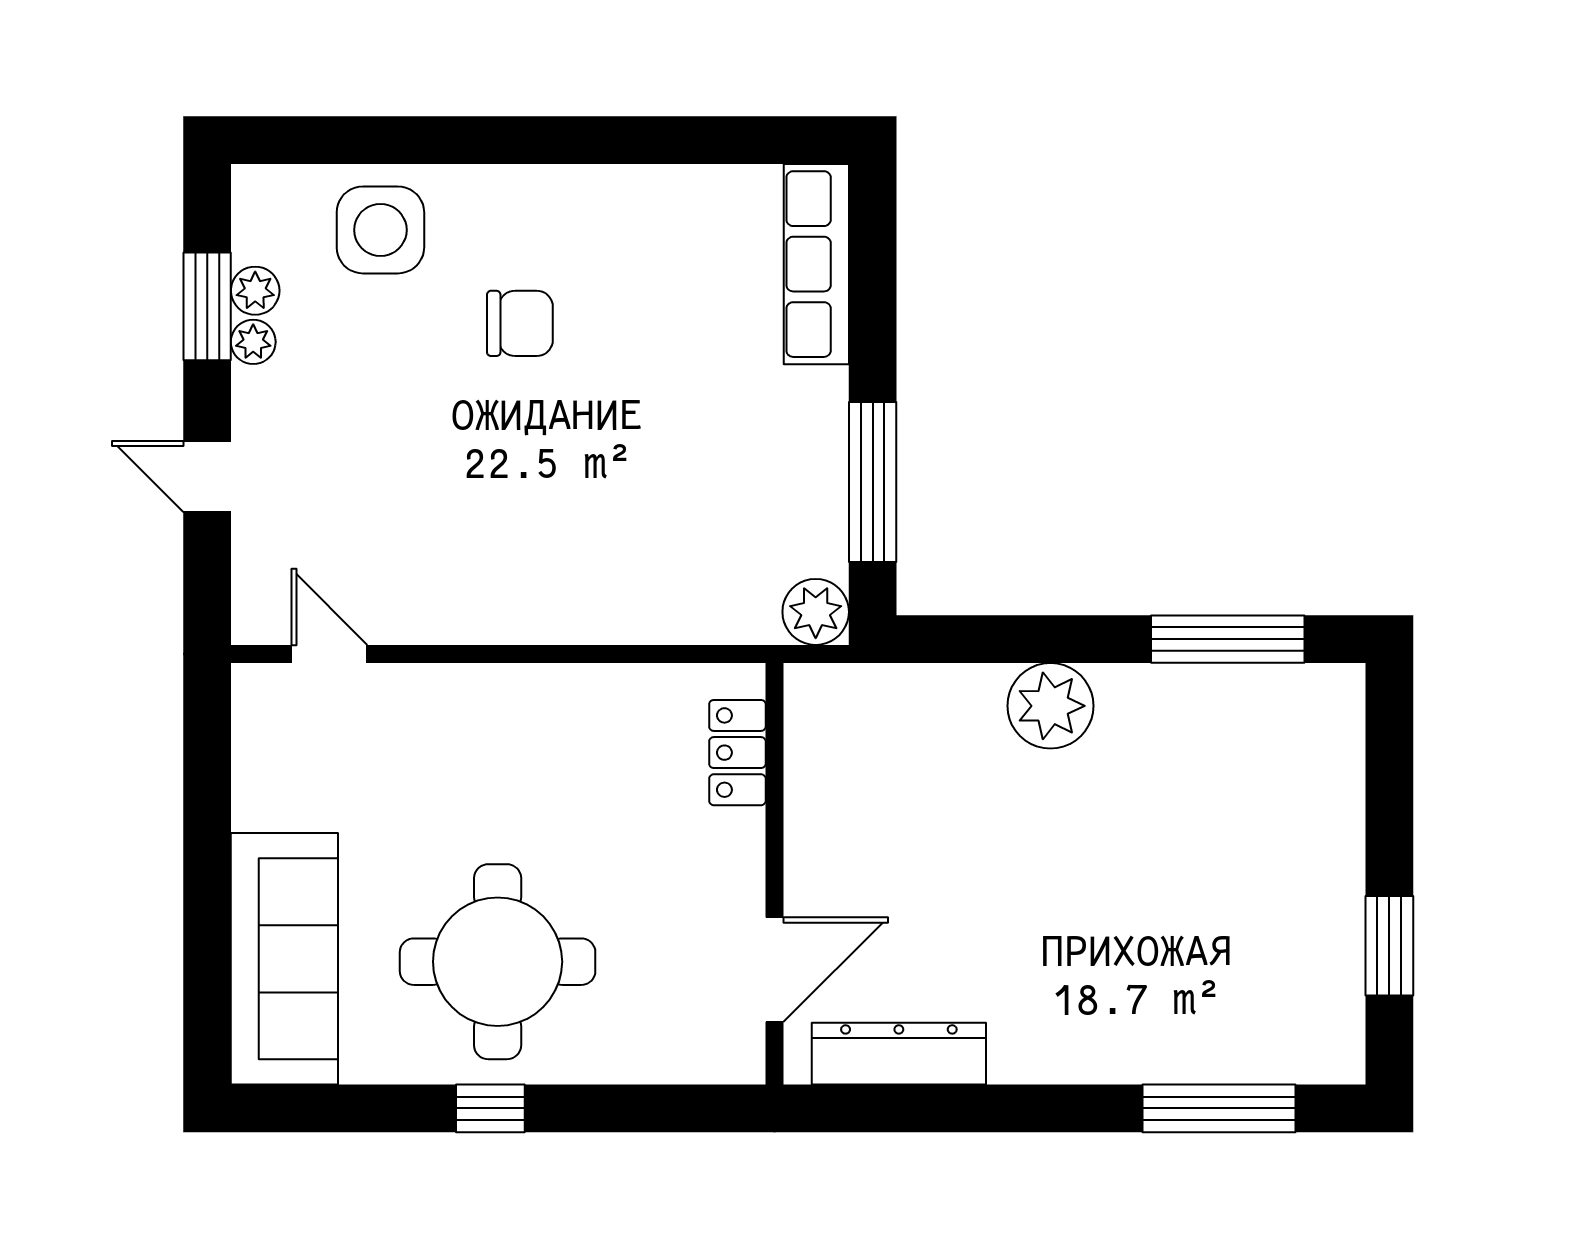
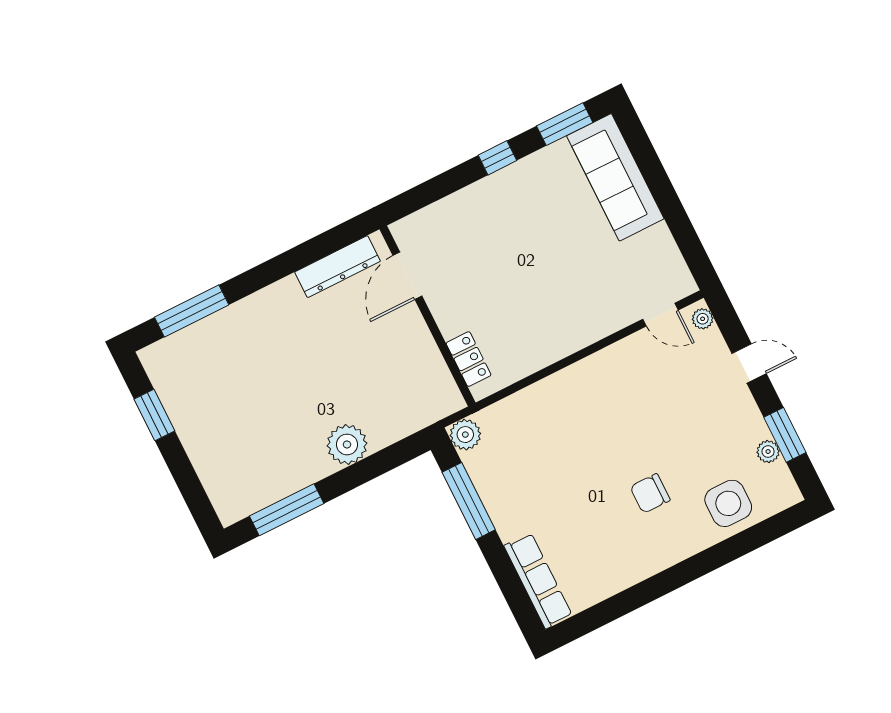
plant: (253, 342) -> (703, 319), moved
round table: (498, 962) -> (525, 221), removed
window: (330, 1108) -> (565, 124), added

